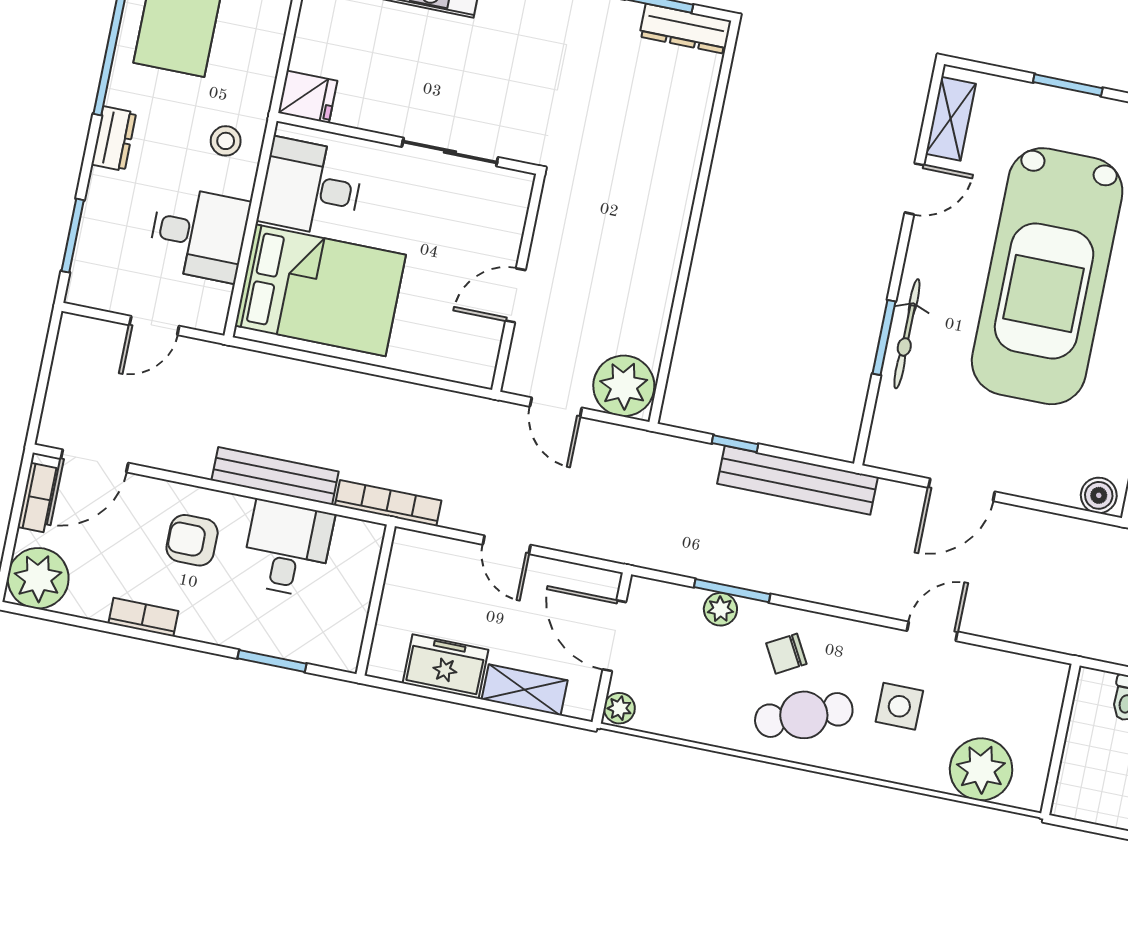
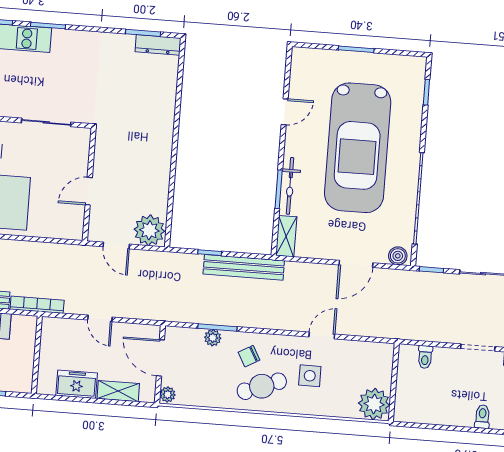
shelving: (951, 119) -> (286, 236), moved
door: (962, 490) -> (356, 264), moved
plant: (981, 769) -> (374, 404), moved

